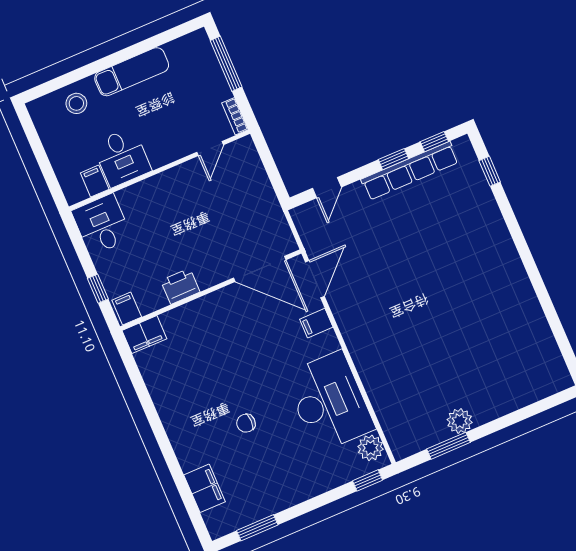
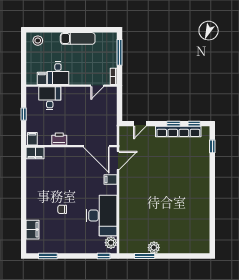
stool: (76, 103) -> (38, 41), moved
desk: (102, 225) -> (50, 98), moved
window: (98, 289) -> (24, 114), moved

